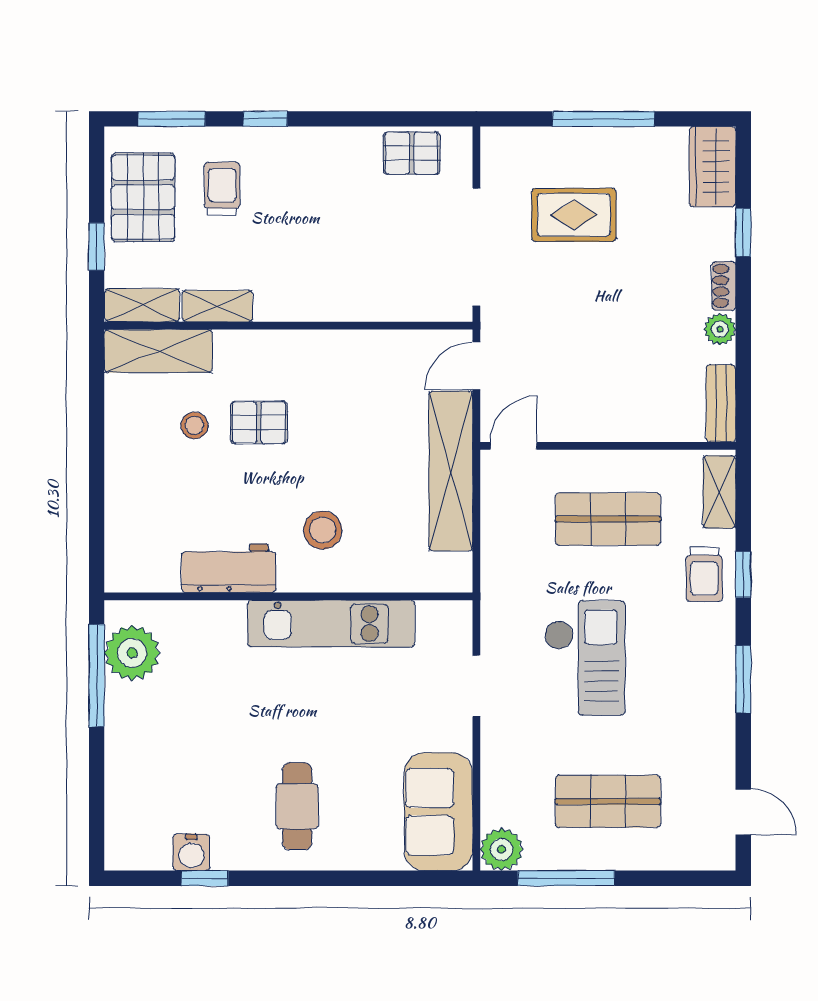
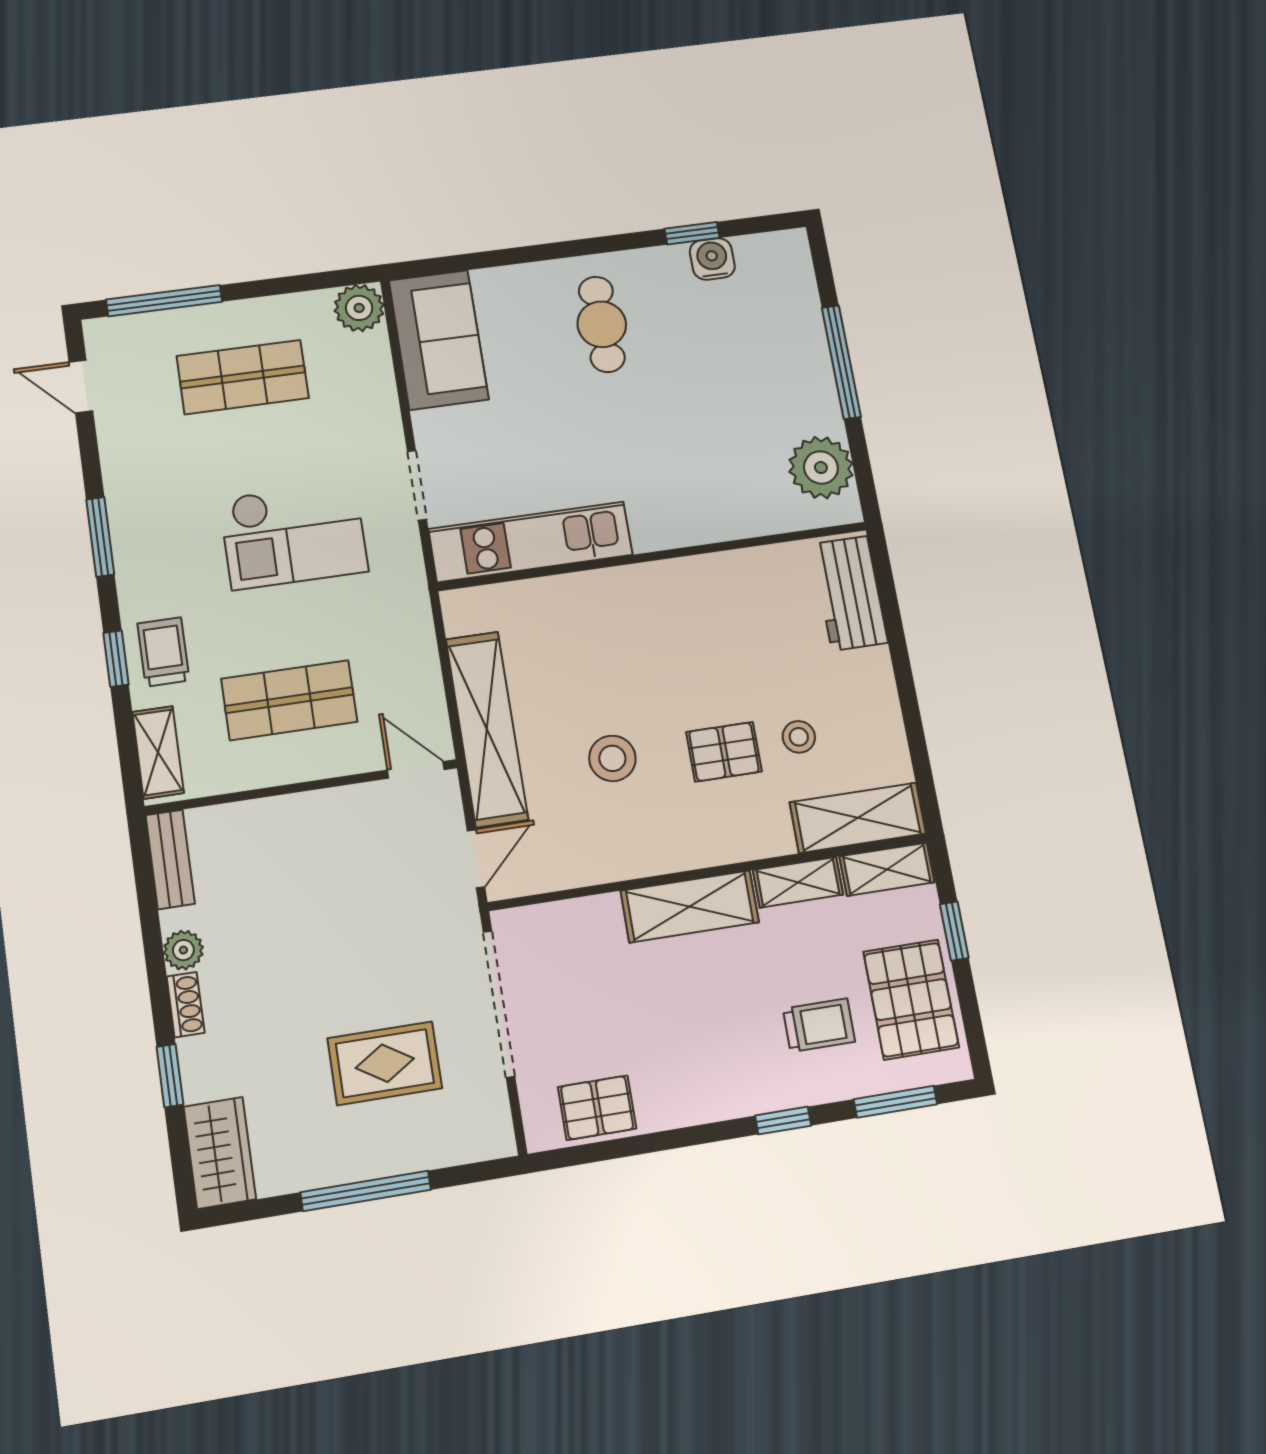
trolley: (222, 189) -> (819, 1025), turned -90
shelving: (310, 300) -> (690, 906), added
door: (514, 446) -> (416, 770), swing flipped
stool: (323, 530) -> (612, 758), moved
workbench: (229, 568) -> (850, 593), moved, turned 90
kitchen unit: (331, 624) -> (531, 542), moved
checkout: (585, 658) -> (294, 535), turned -90
window: (97, 676) -> (841, 362), moved
window: (566, 878) -> (164, 301), moved

